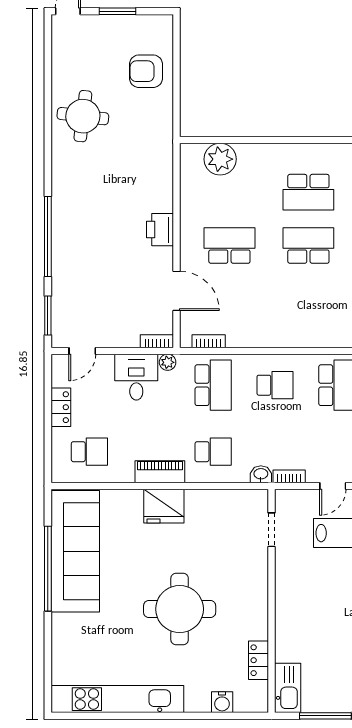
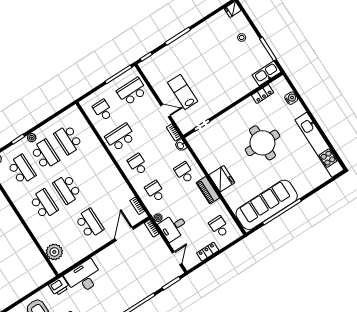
desk: (149, 180) -> (84, 277), added
printer: (160, 230) -> (59, 286), moved
school desk: (229, 245) -> (89, 224), turned 180
door: (82, 351) -> (177, 258), hinge flipped
school desk: (213, 385) -> (155, 191), width x0.54

